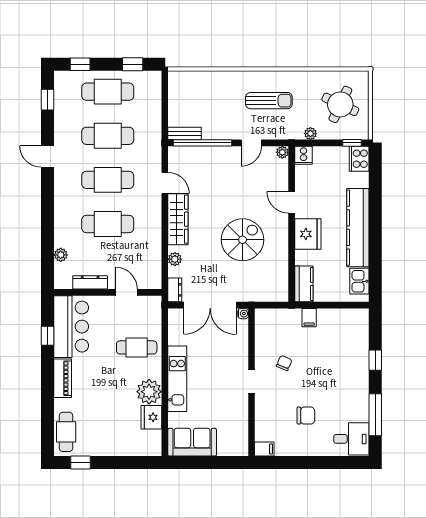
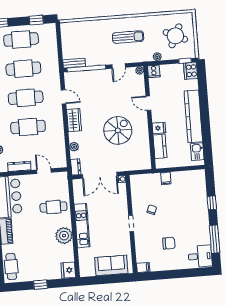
wardrobe: (178, 219) -> (74, 120), width x0.67
fridge: (308, 234) -> (159, 128), width x0.53, depth x0.75
kitchen counter: (304, 284) -> (160, 146), moved
fridge: (151, 417) -> (68, 270), moved
sofa: (192, 442) -> (111, 265), moved
window: (81, 463) -> (40, 285), moved

